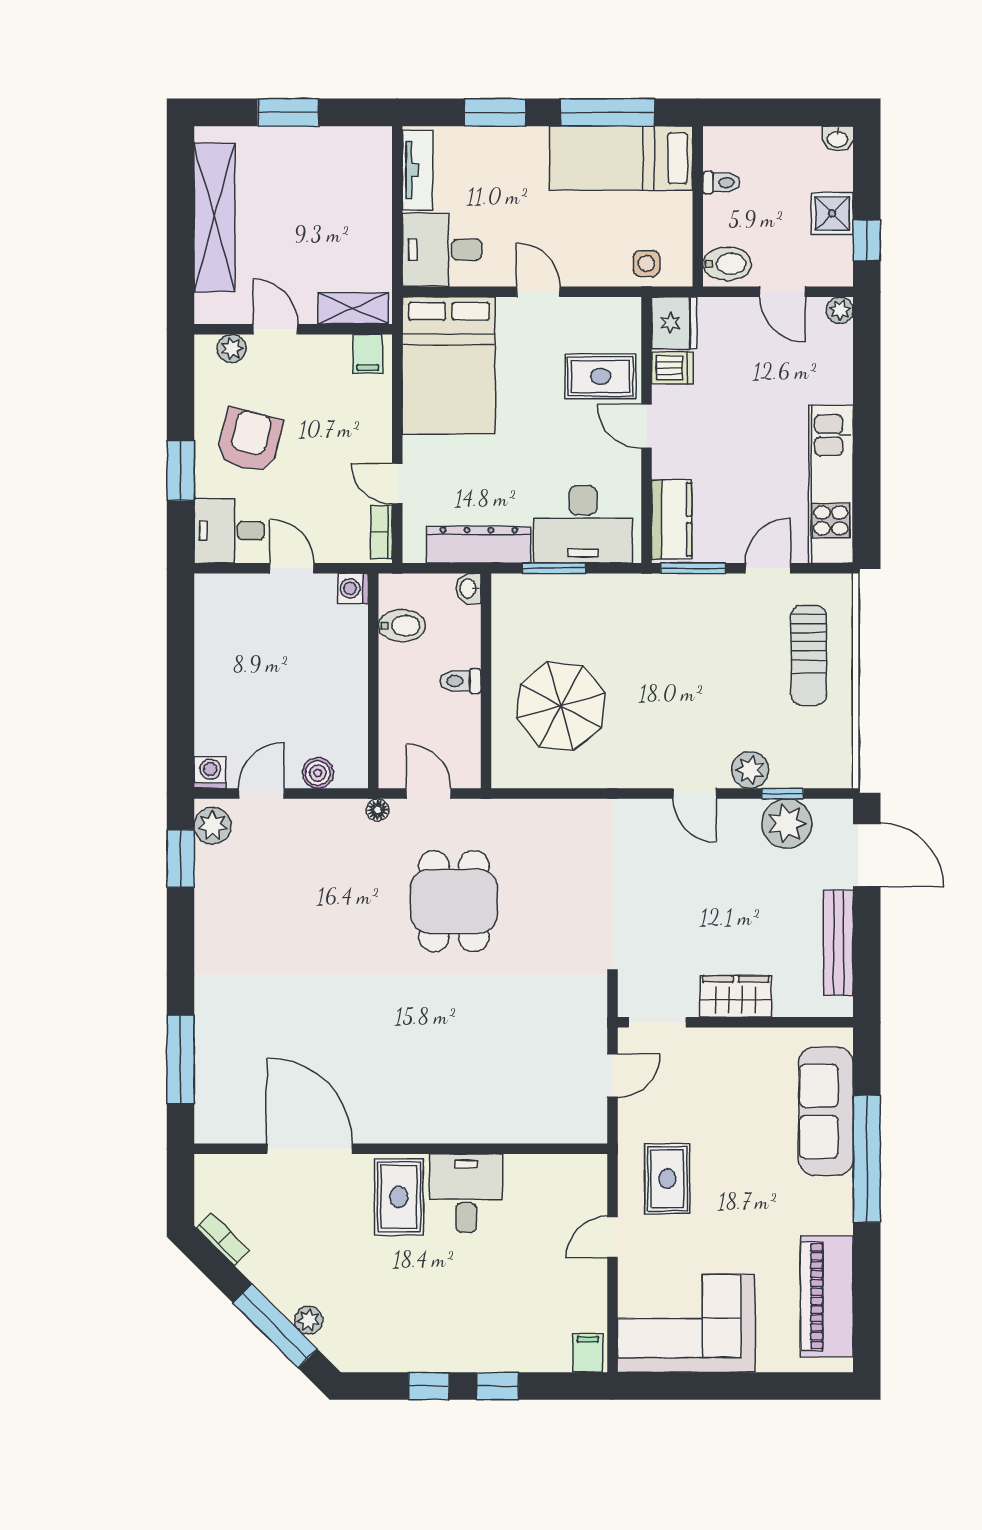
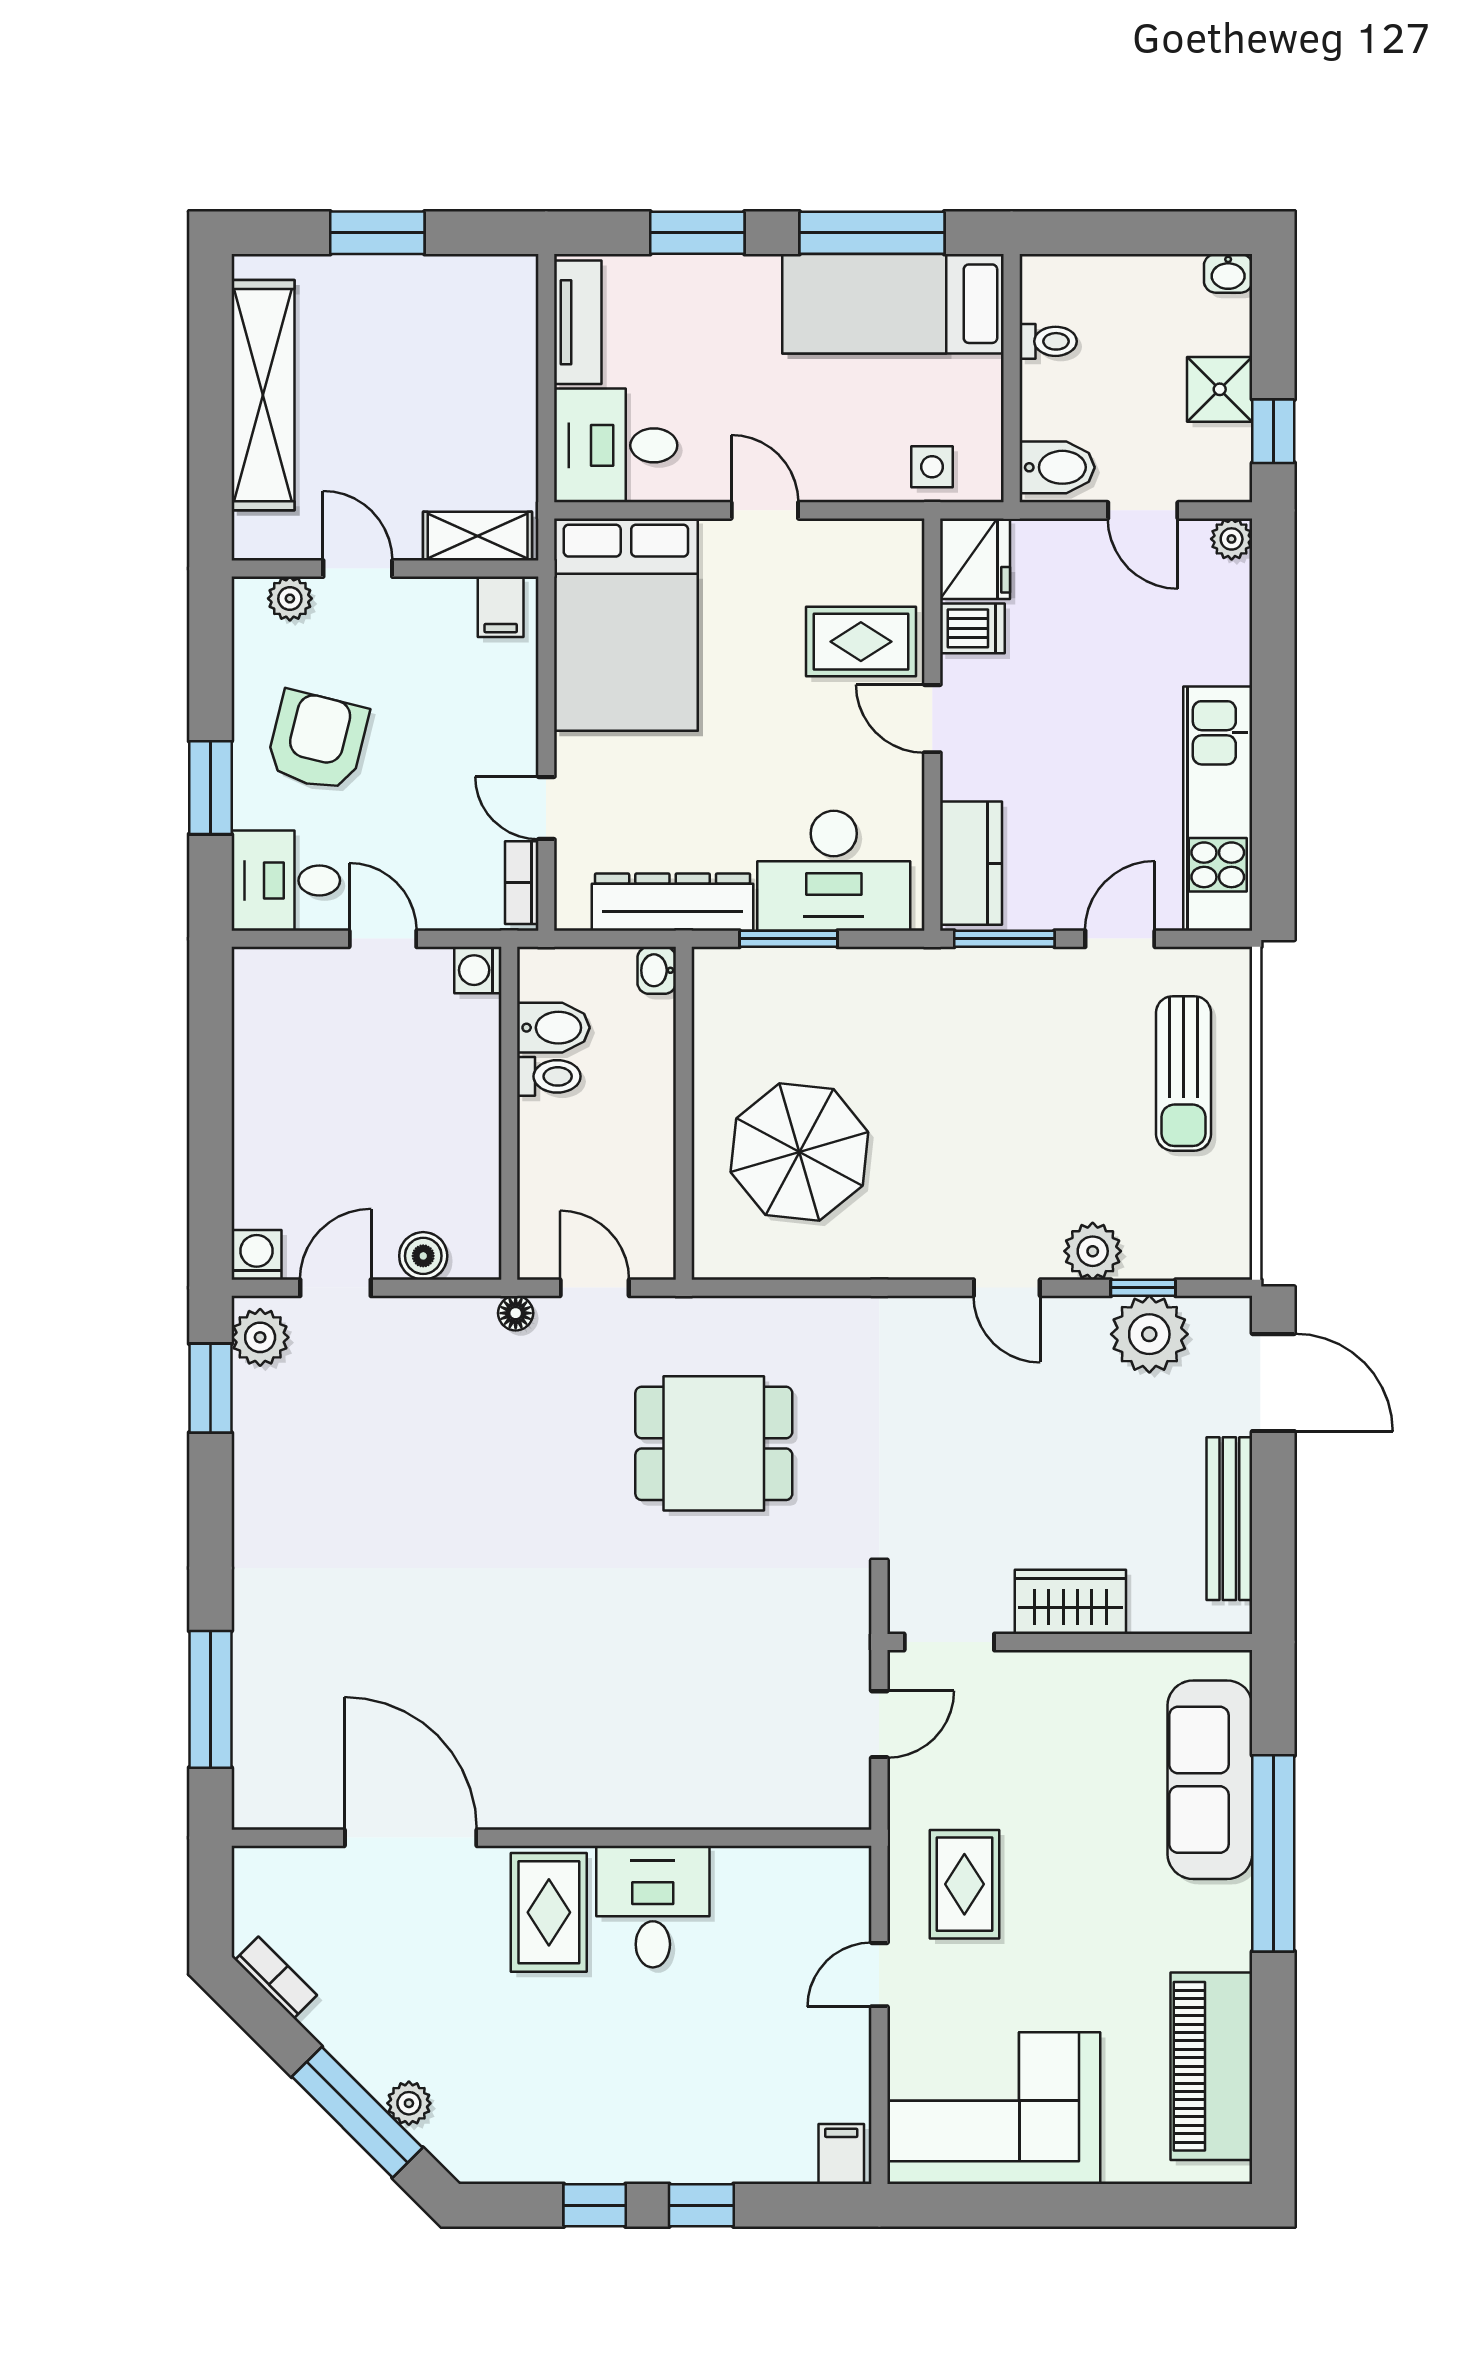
toilet: (460, 681) -> (549, 1076), moved, turned 180
dining table: (454, 901) -> (714, 1443), moved, turned 90

